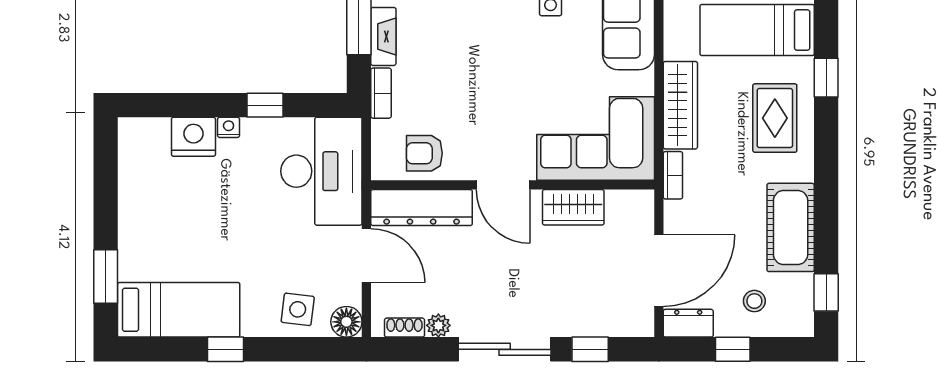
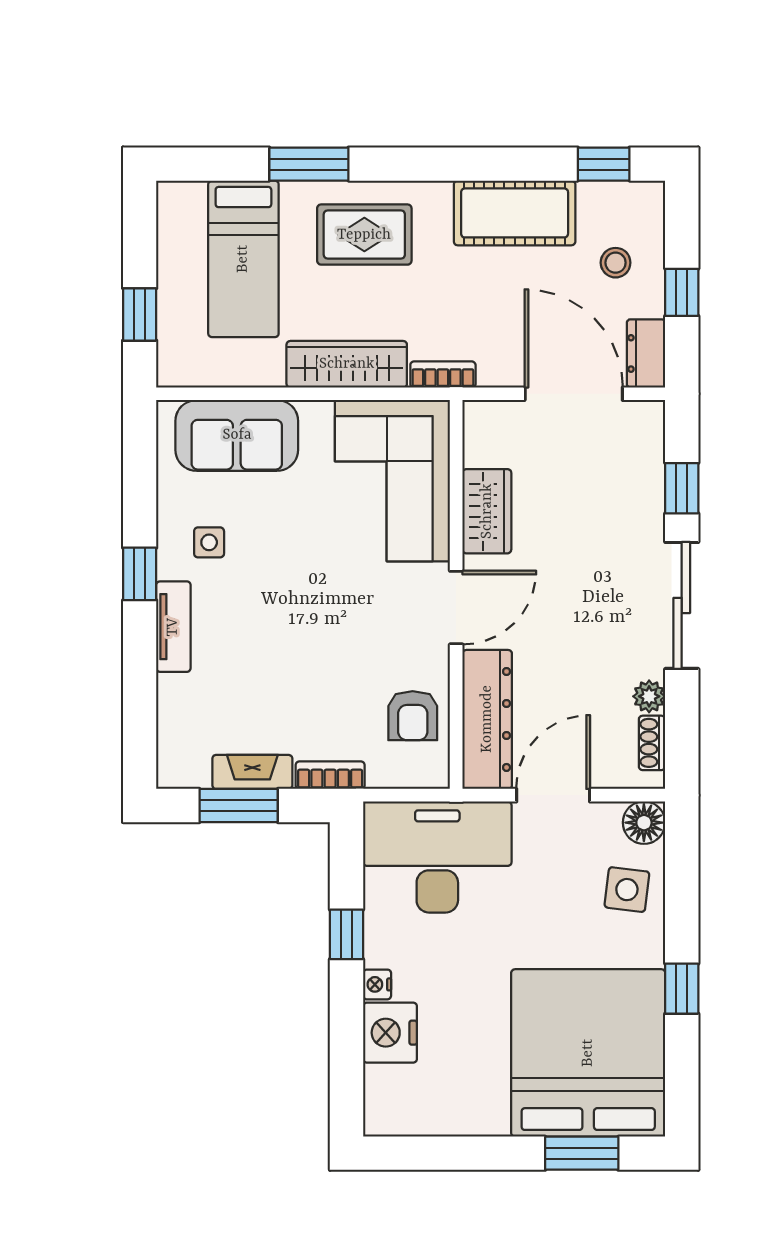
window: (826, 78) -> (309, 164), width x1.50
bed: (179, 310) -> (588, 1053), width x2.04

